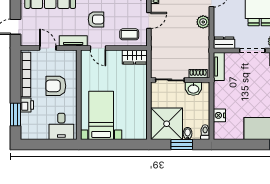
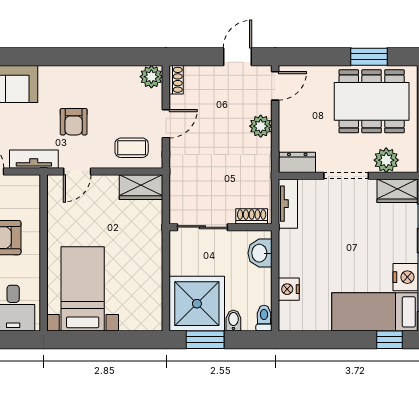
armchair: (96, 19) -> (74, 122), turned 90
door: (98, 48) -> (77, 171), hinge flipped
washbasin: (193, 89) -> (260, 253), moved, turned 90
window: (182, 144) -> (205, 340), moved

